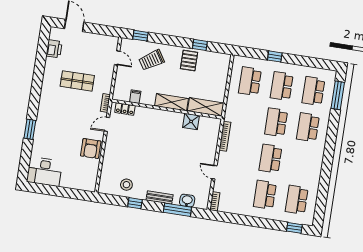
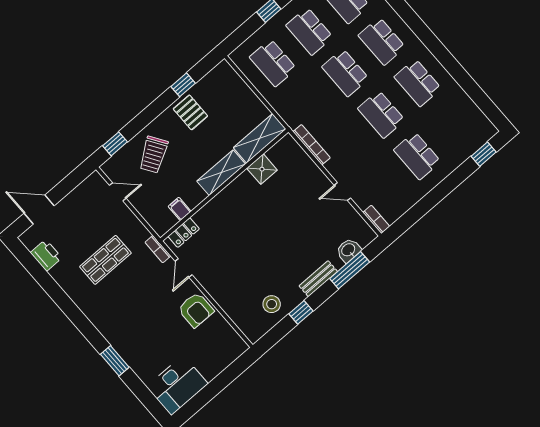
school desk: (297, 200) -> (418, 83), moved

